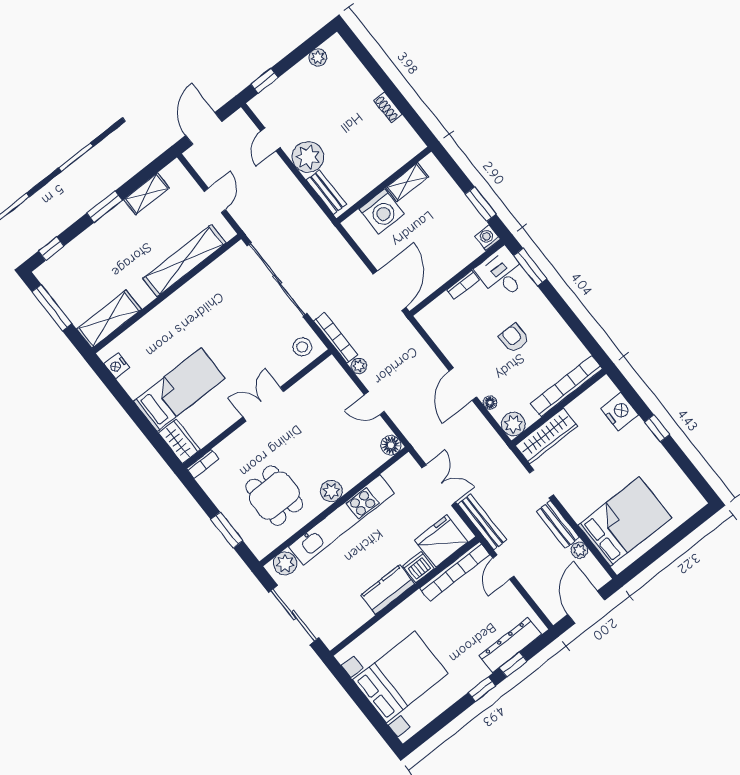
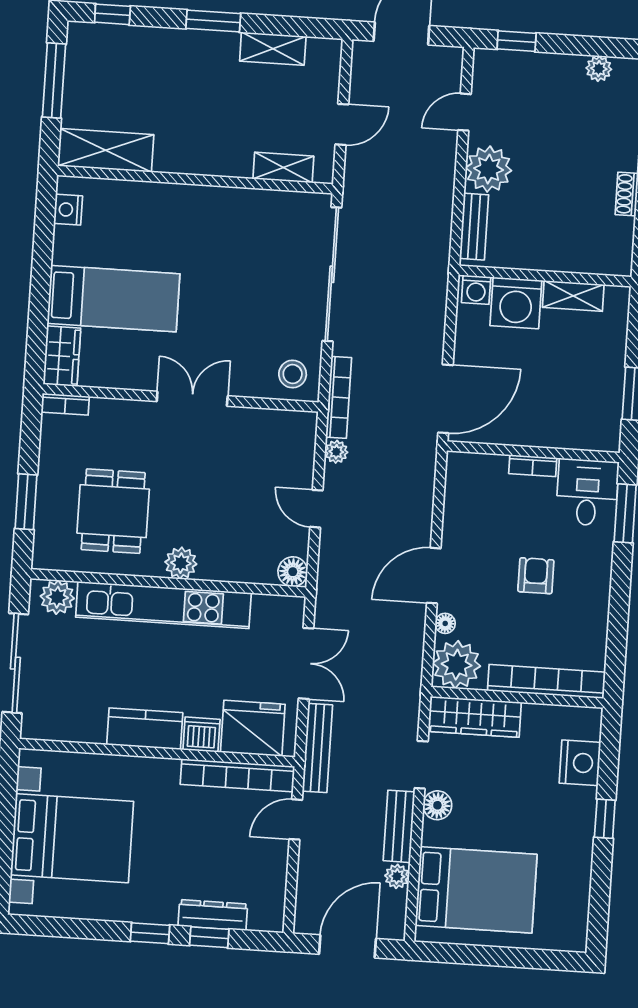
washing machine: (488, 238) -> (476, 290), moved, turned 180
shelving: (184, 261) -> (283, 167), width x0.45, depth x0.75
plant: (513, 424) -> (457, 665), width x1.36, depth x1.36
floor lamp: (568, 497) -> (437, 805), added
dresser: (510, 645) -> (213, 915), width x0.73, depth x0.80

